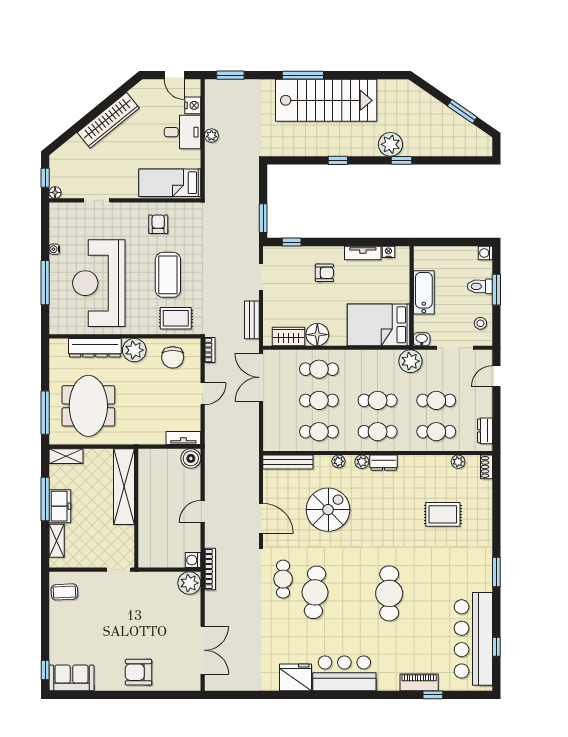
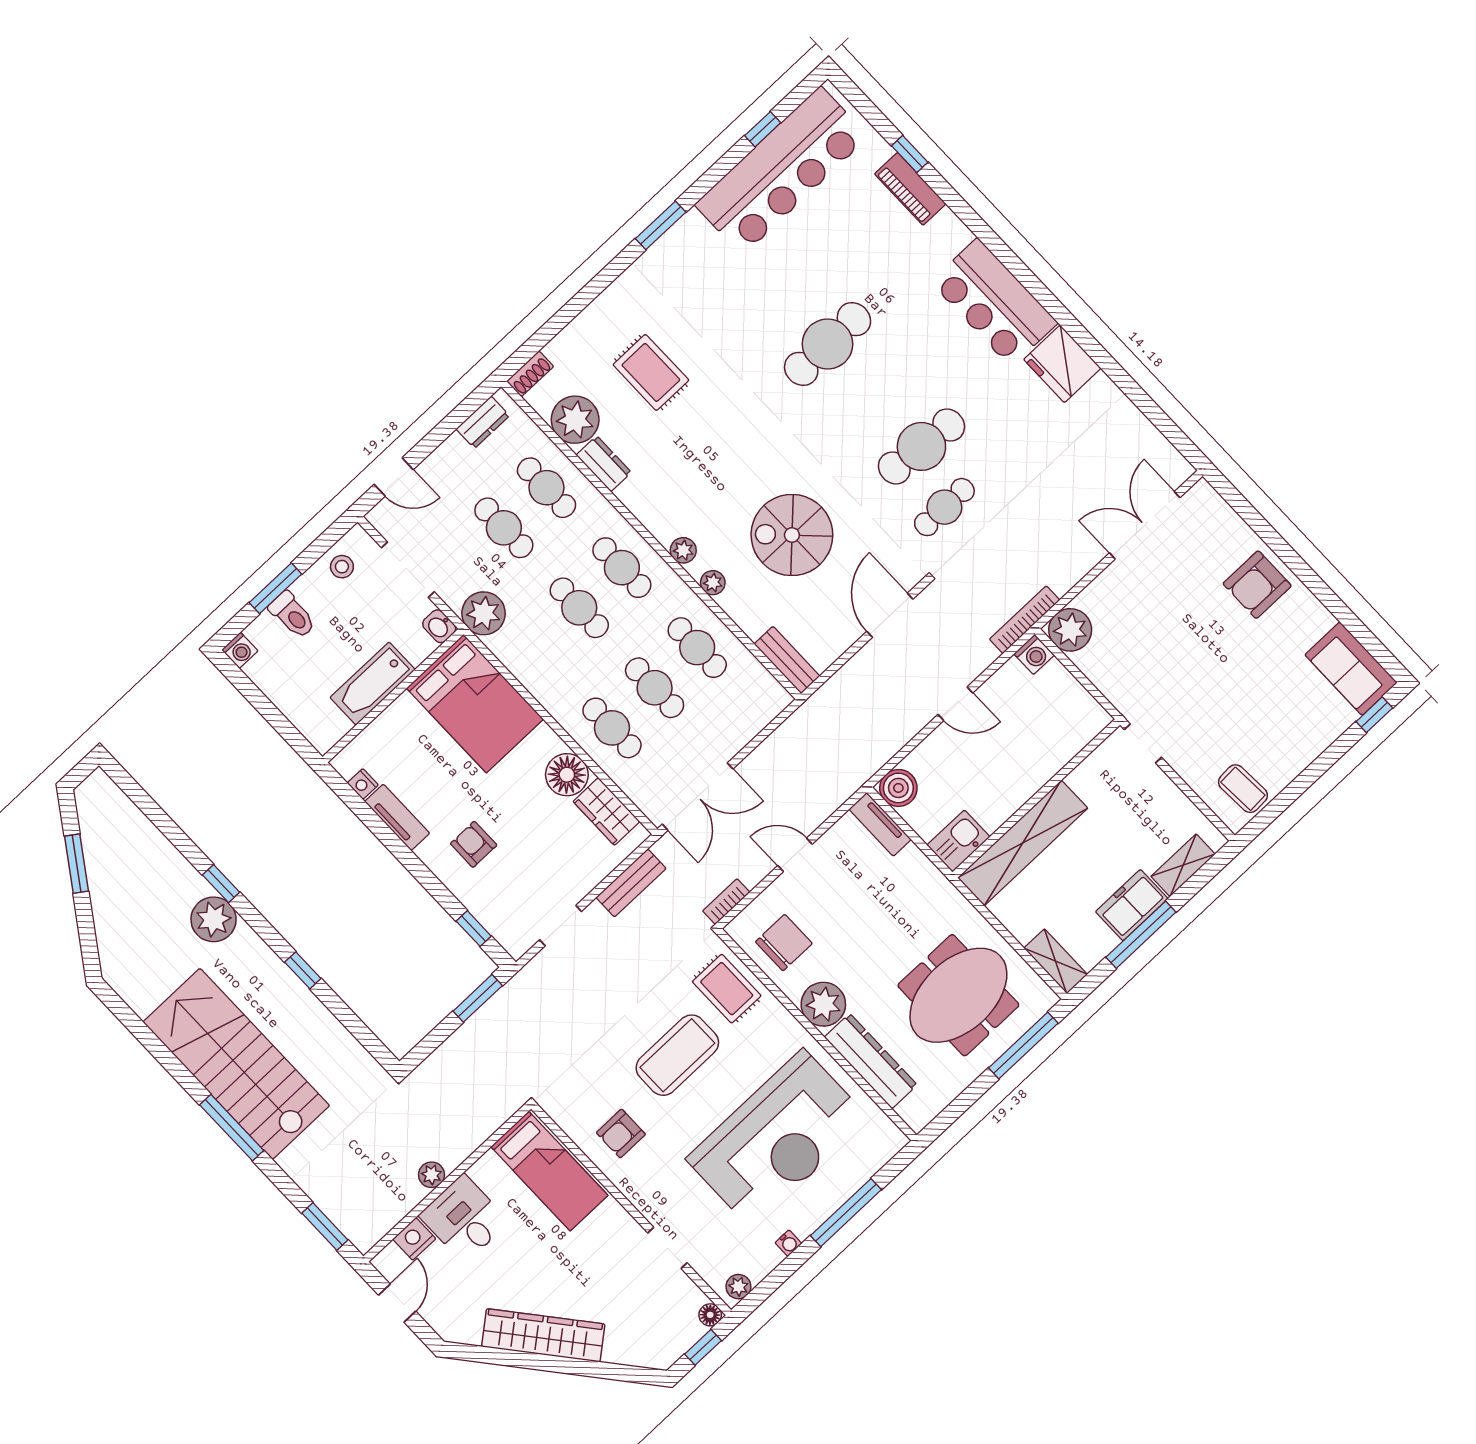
plant: (56, 214) -> (738, 1287), added
kitchen sink: (148, 462) -> (958, 841), added
bench: (288, 462) -> (787, 660), width x0.73
plant: (458, 462) -> (575, 420), width x1.88, depth x1.88
dresser: (384, 463) -> (604, 464), moved
armchair: (138, 672) -> (1257, 585), turned 90

